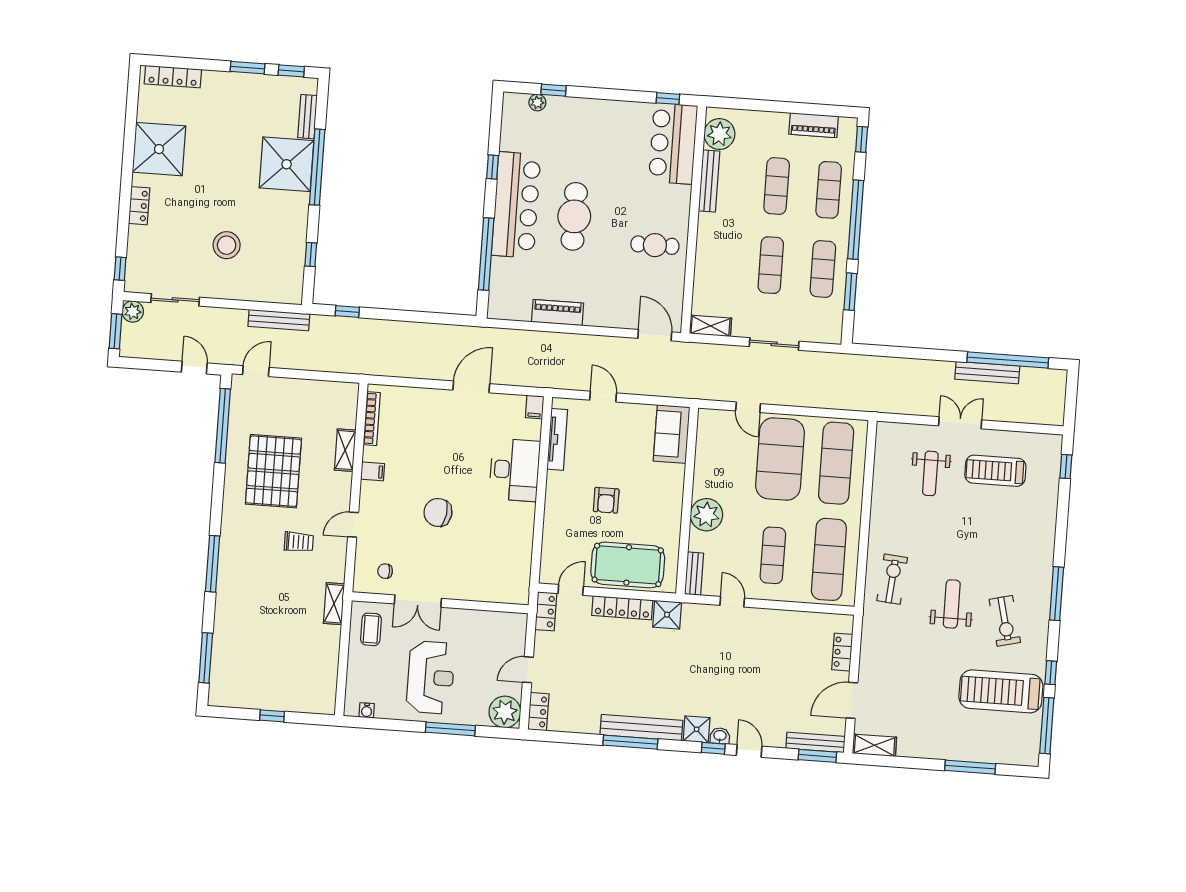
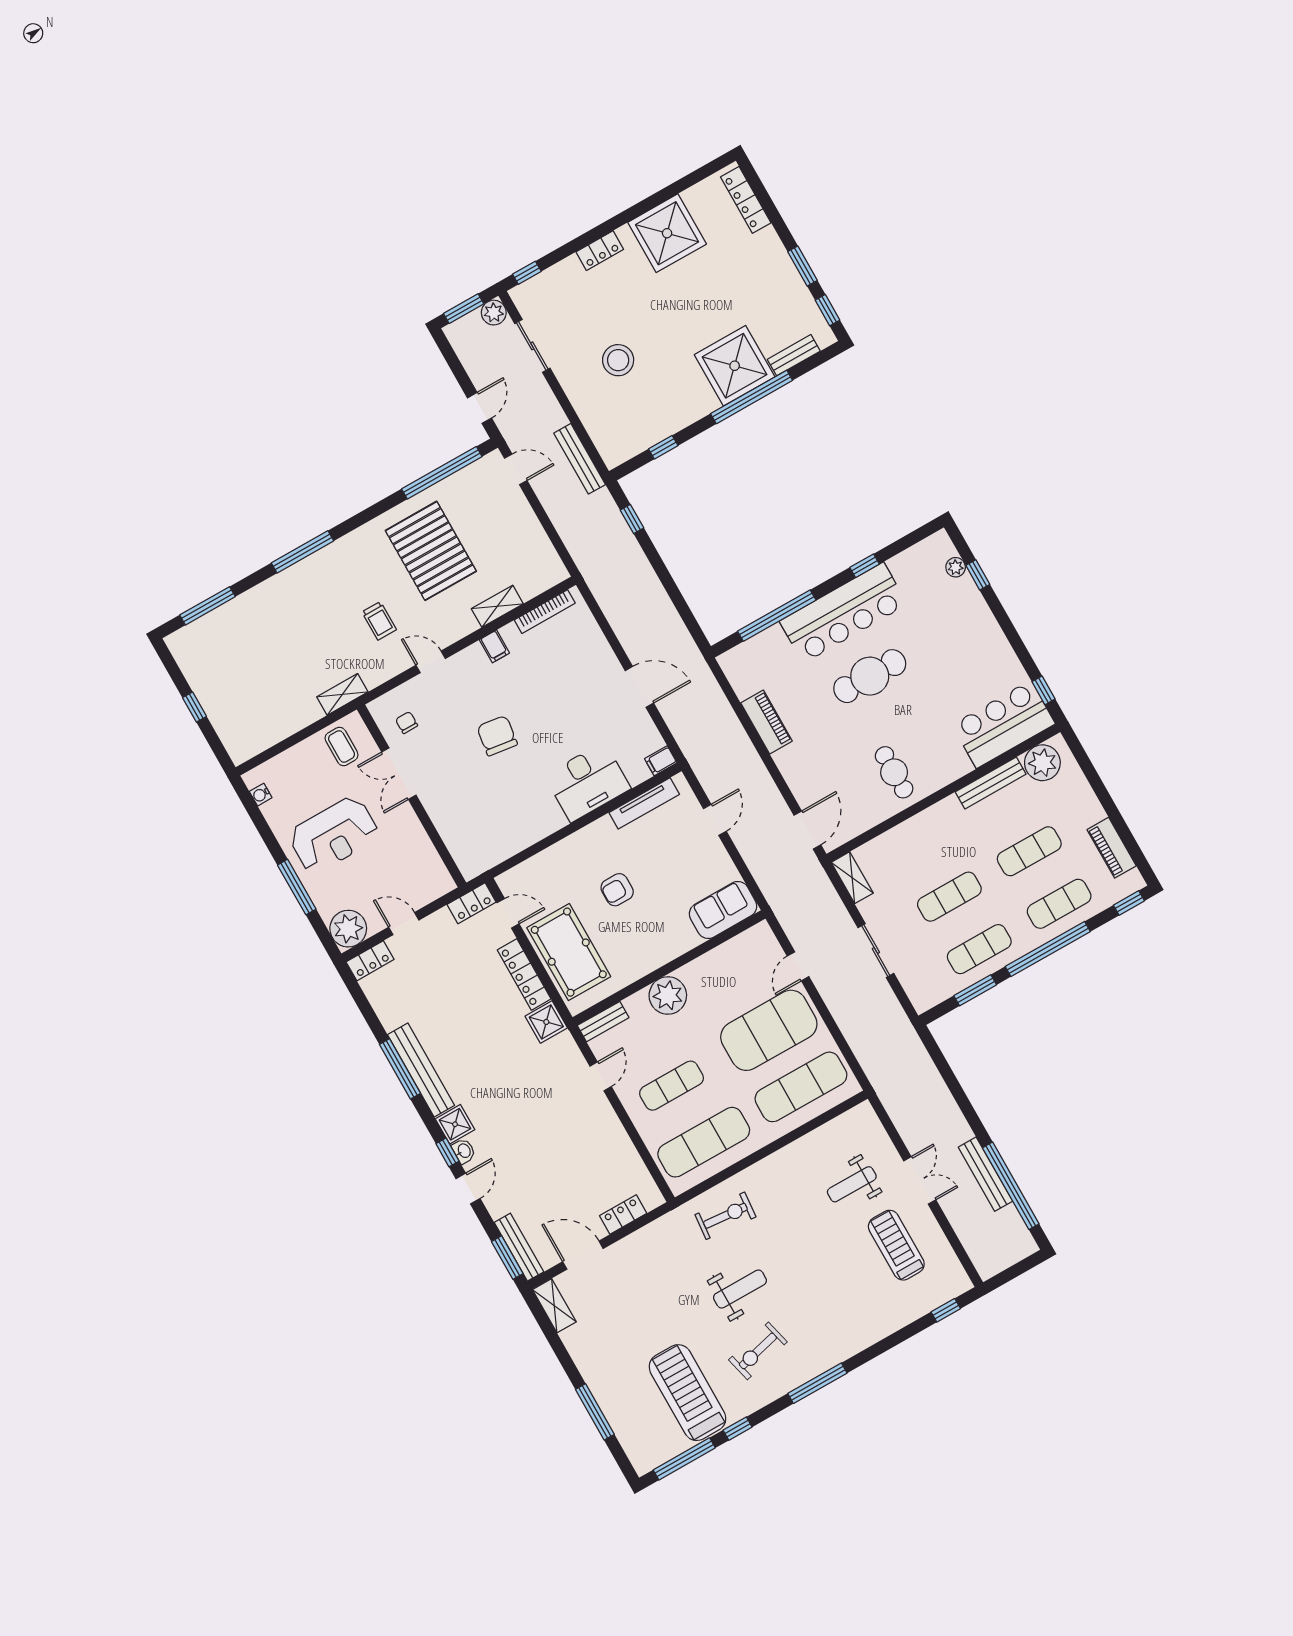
pallet: (273, 471) -> (431, 551), turned 90
coffee table: (371, 629) -> (342, 747), turned 90

